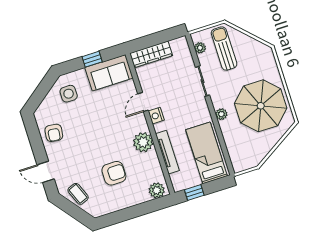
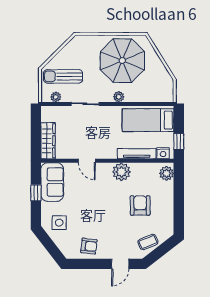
nightstand: (156, 116) -> (163, 153), moved

